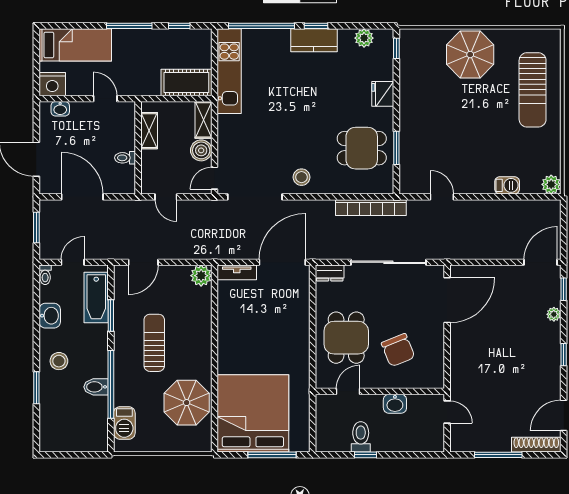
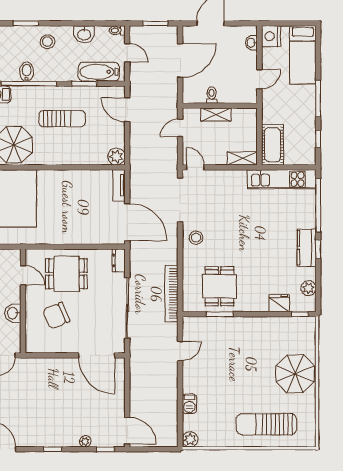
fridge: (383, 94) -> (279, 303), moved
shelving: (149, 131) -> (216, 115), moved
boiler: (201, 150) -> (218, 157), removed

